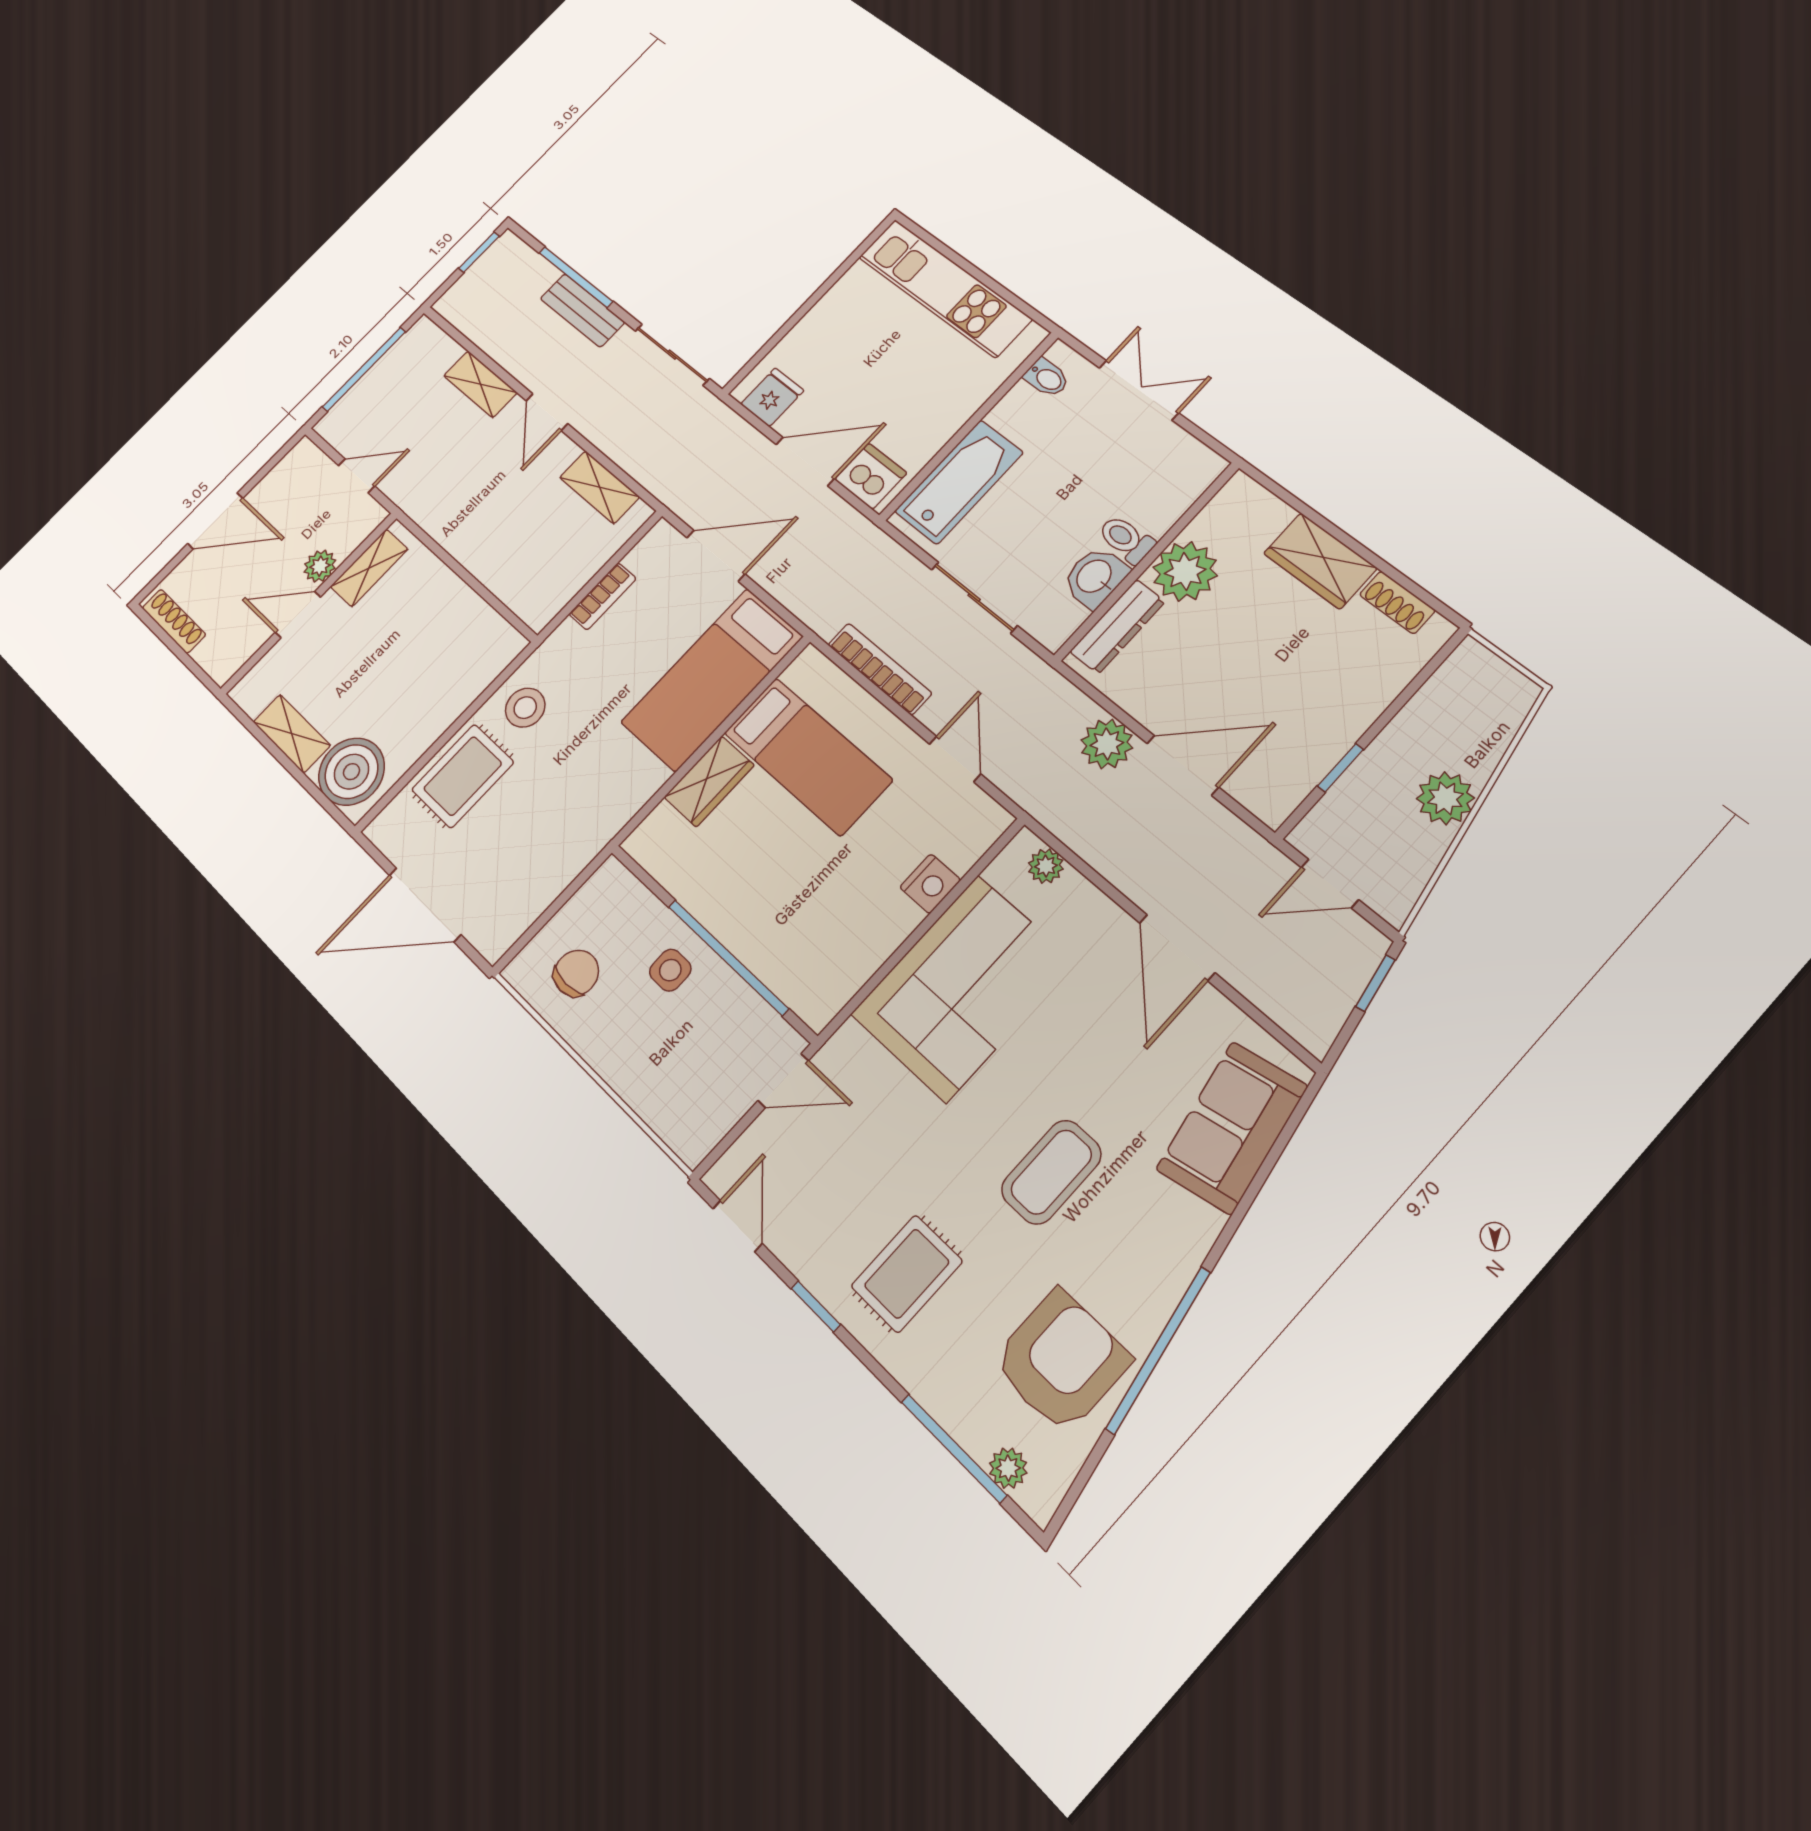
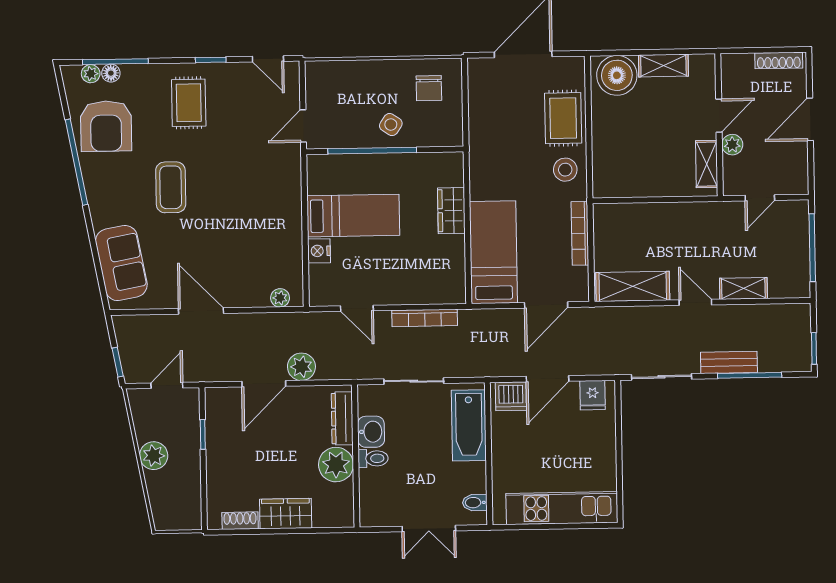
shelving: (600, 487) -> (633, 286), width x1.50, depth x1.33
bookcase: (603, 596) -> (580, 233), width x1.56
bed: (808, 756) -> (353, 216), moved, turned 180
side table: (670, 970) -> (391, 125), turned 34
corner sofa: (962, 988) -> (268, 223), removed
floor lamp: (977, 1437) -> (111, 73), added

